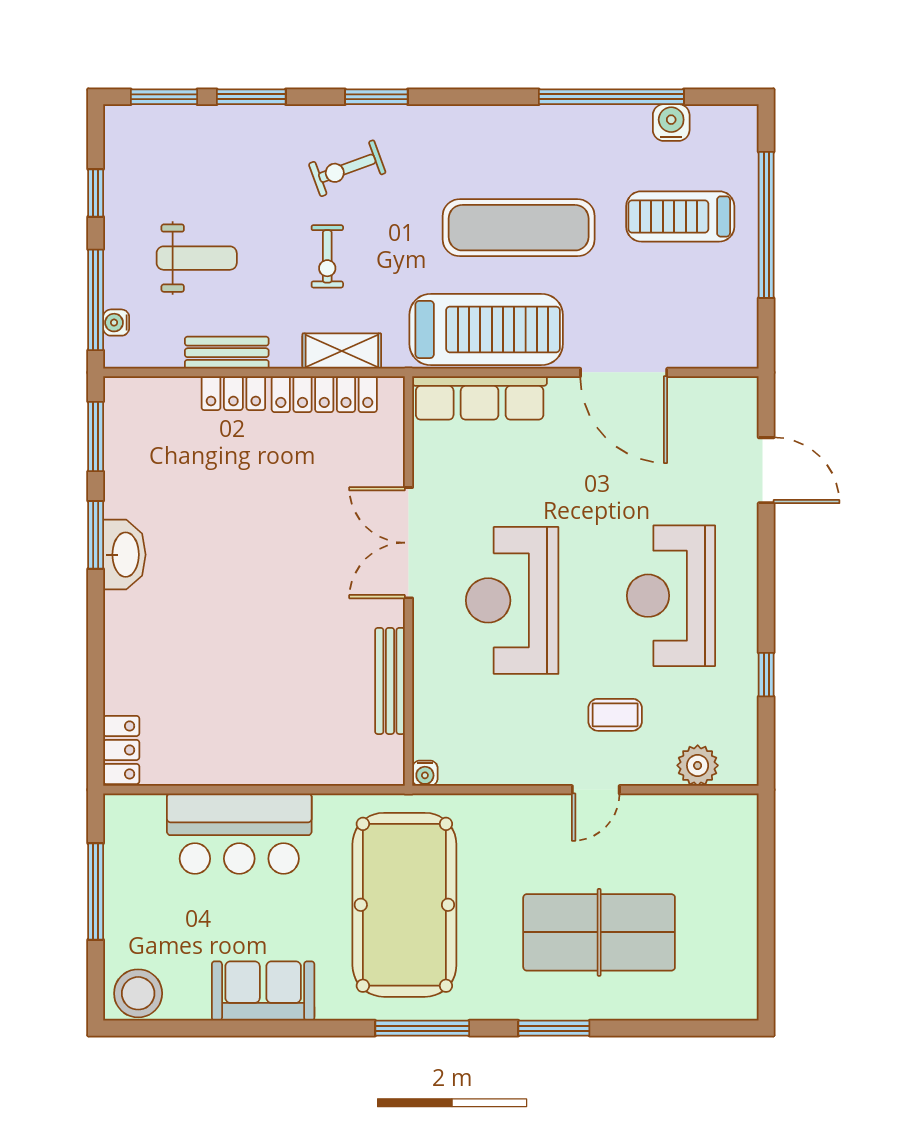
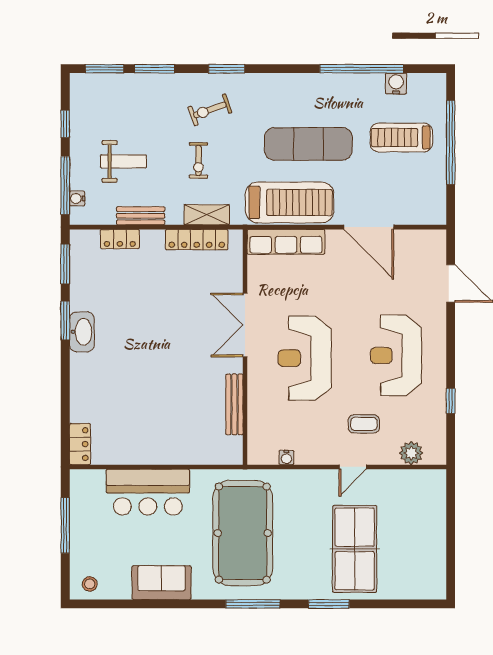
locker: (233, 393) -> (120, 239), moved
water cooler: (425, 773) -> (286, 457), moved
table tennis table: (599, 932) -> (355, 549), turned 90
stool: (138, 993) -> (90, 584), width x0.53, depth x0.53

